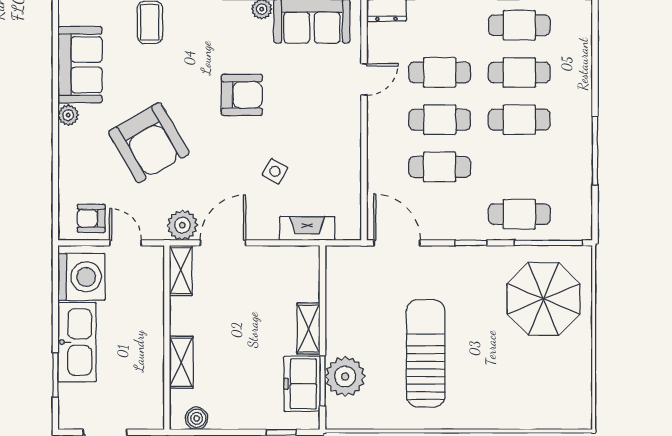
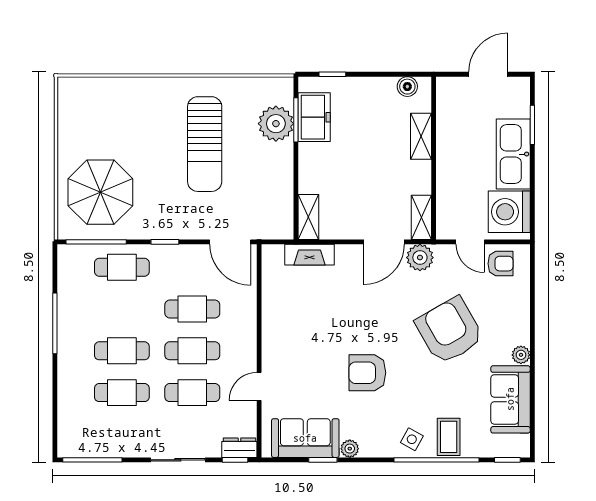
cafe table: (519, 25) -> (122, 434), removed
side table: (275, 171) -> (412, 439), moved
shelving: (308, 329) -> (308, 217), moved

